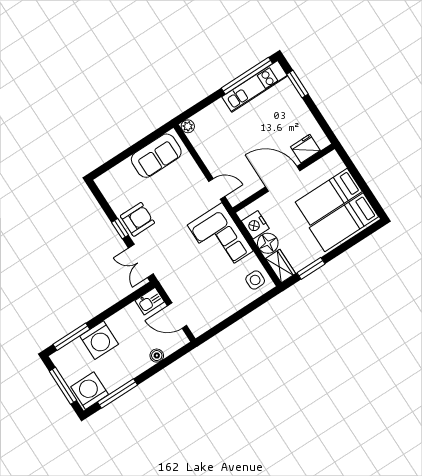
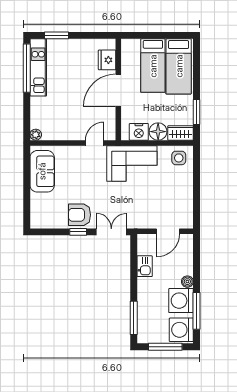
armchair: (137, 219) -> (80, 215), turned -90
double door: (141, 261) -> (111, 232), swing flipped
kitchen sink: (150, 301) -> (145, 266), moved
washing machine: (99, 340) -> (181, 301), moved, turned 180
boiler: (157, 356) -> (187, 282), moved

